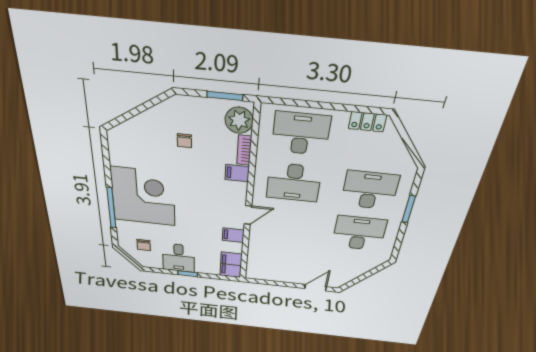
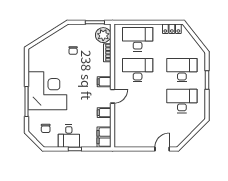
filing cabinet: (237, 173) -> (104, 82), moved
desk: (294, 182) -> (138, 70), turned 180

